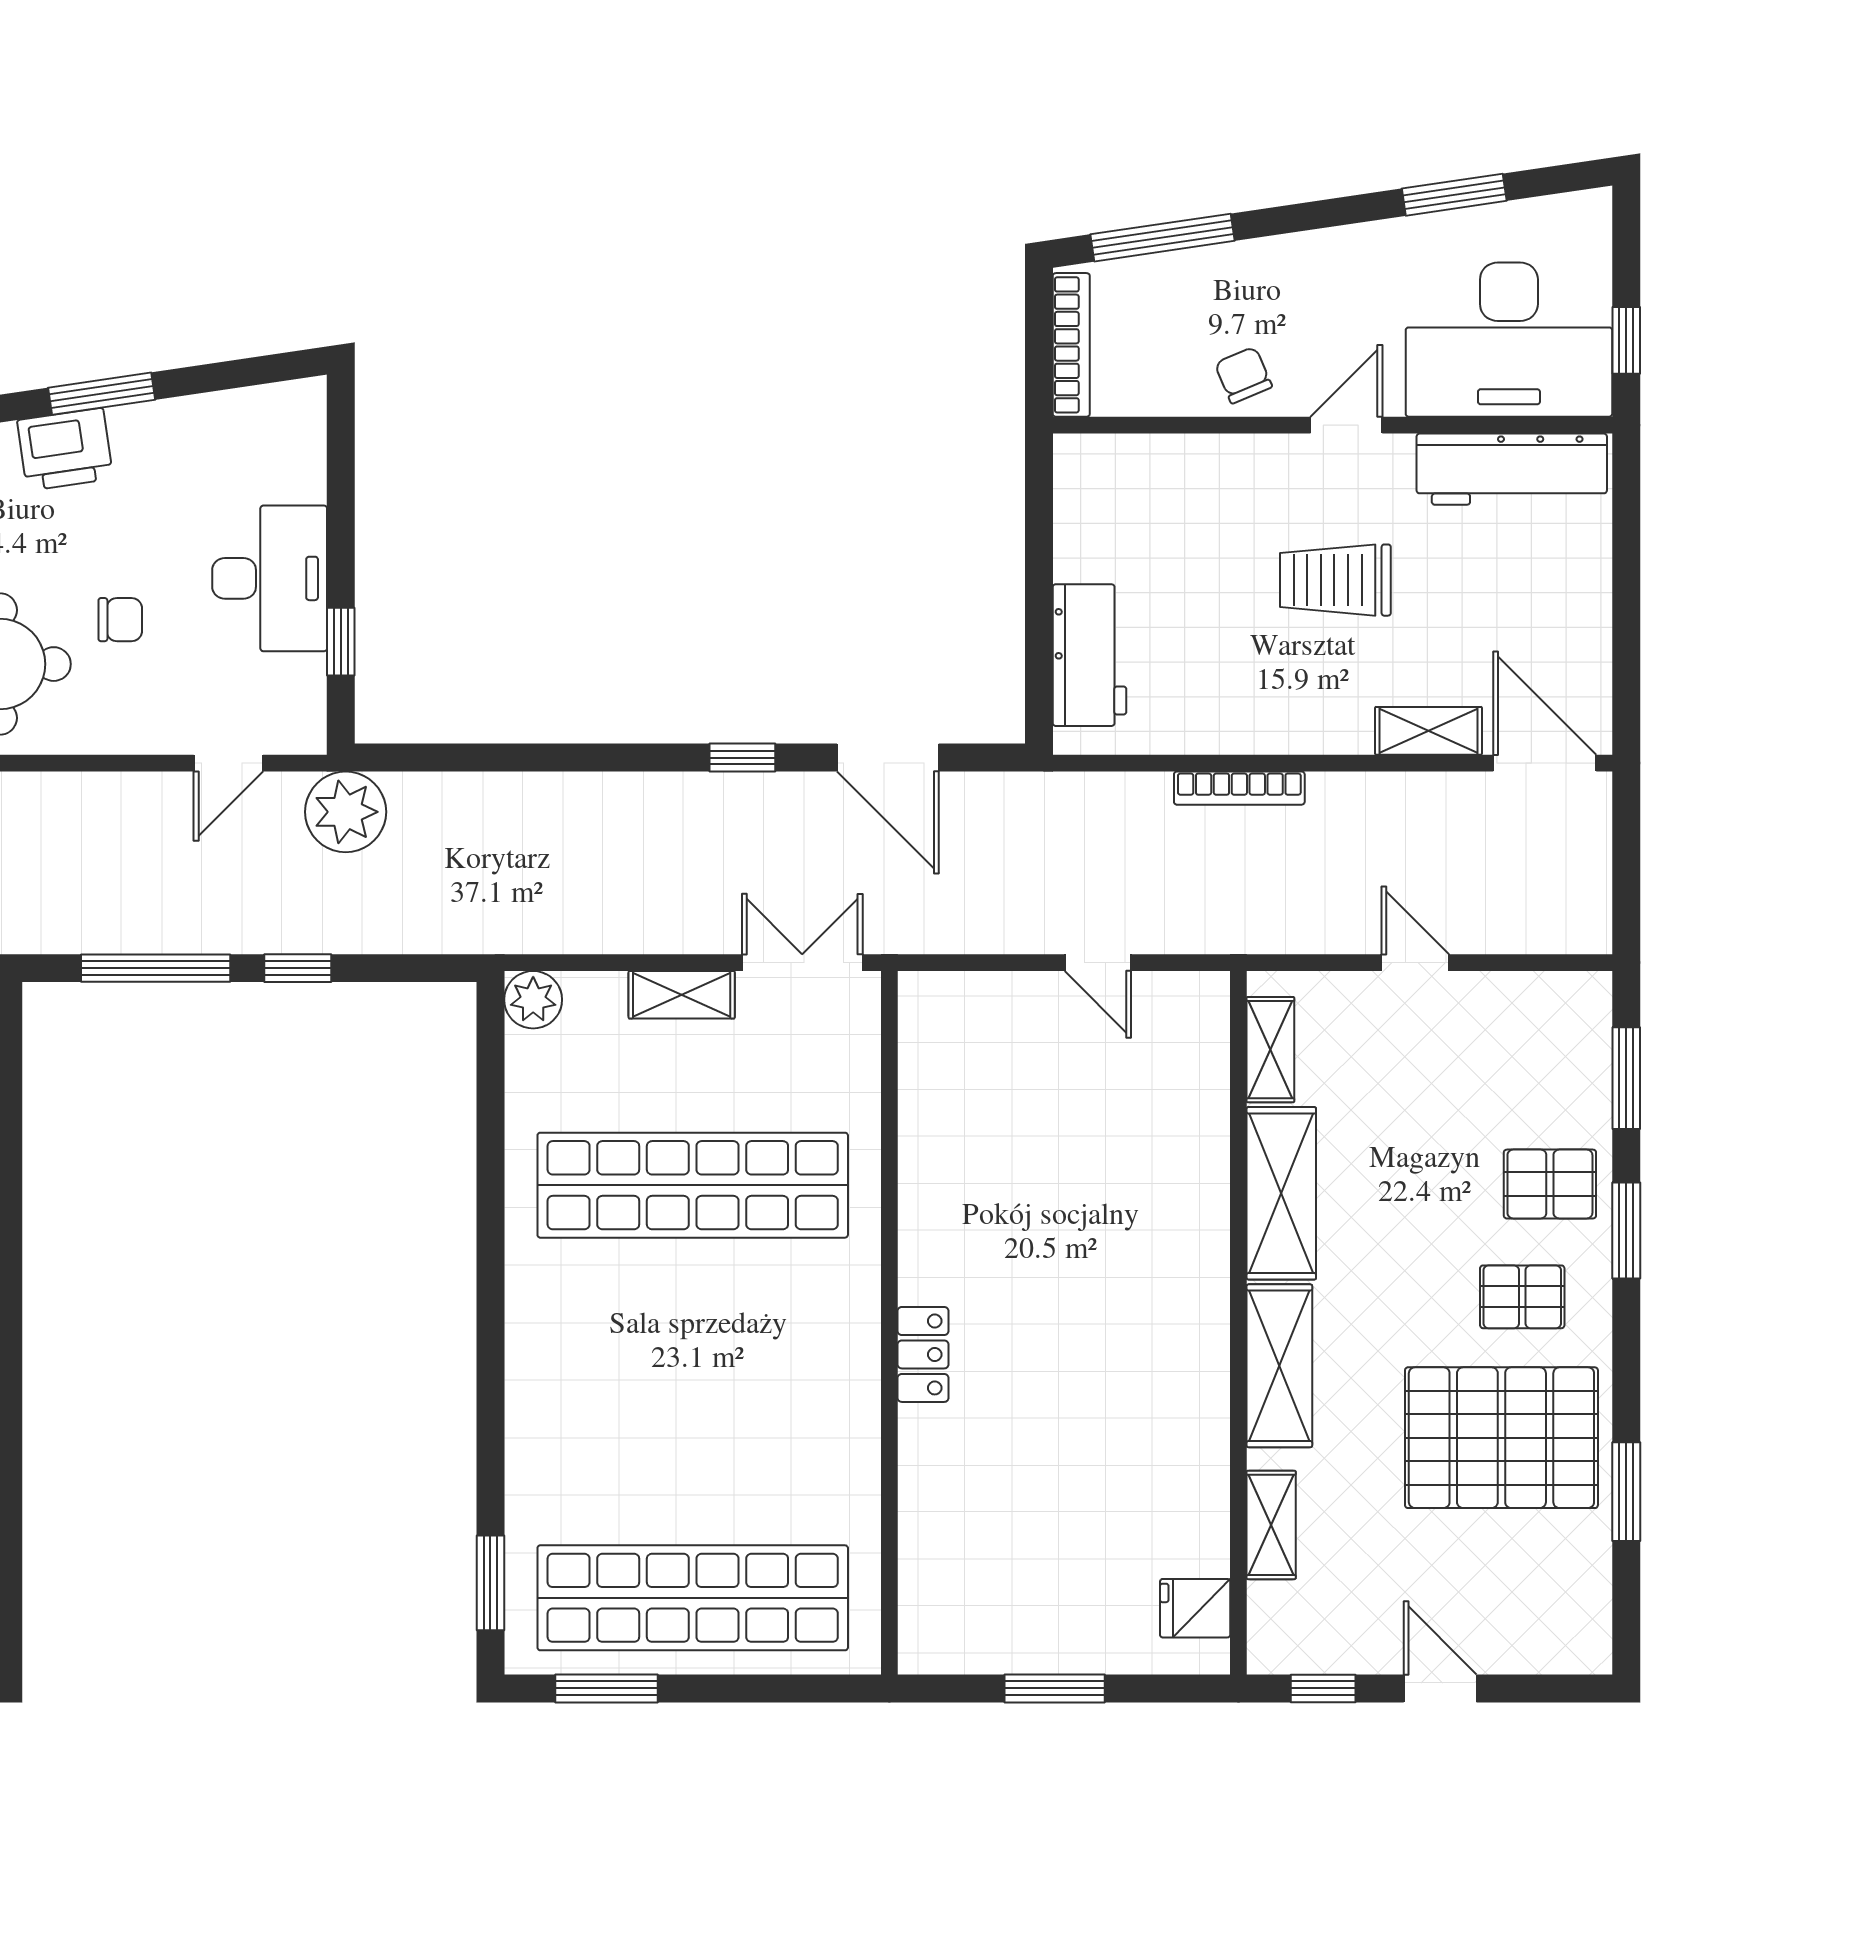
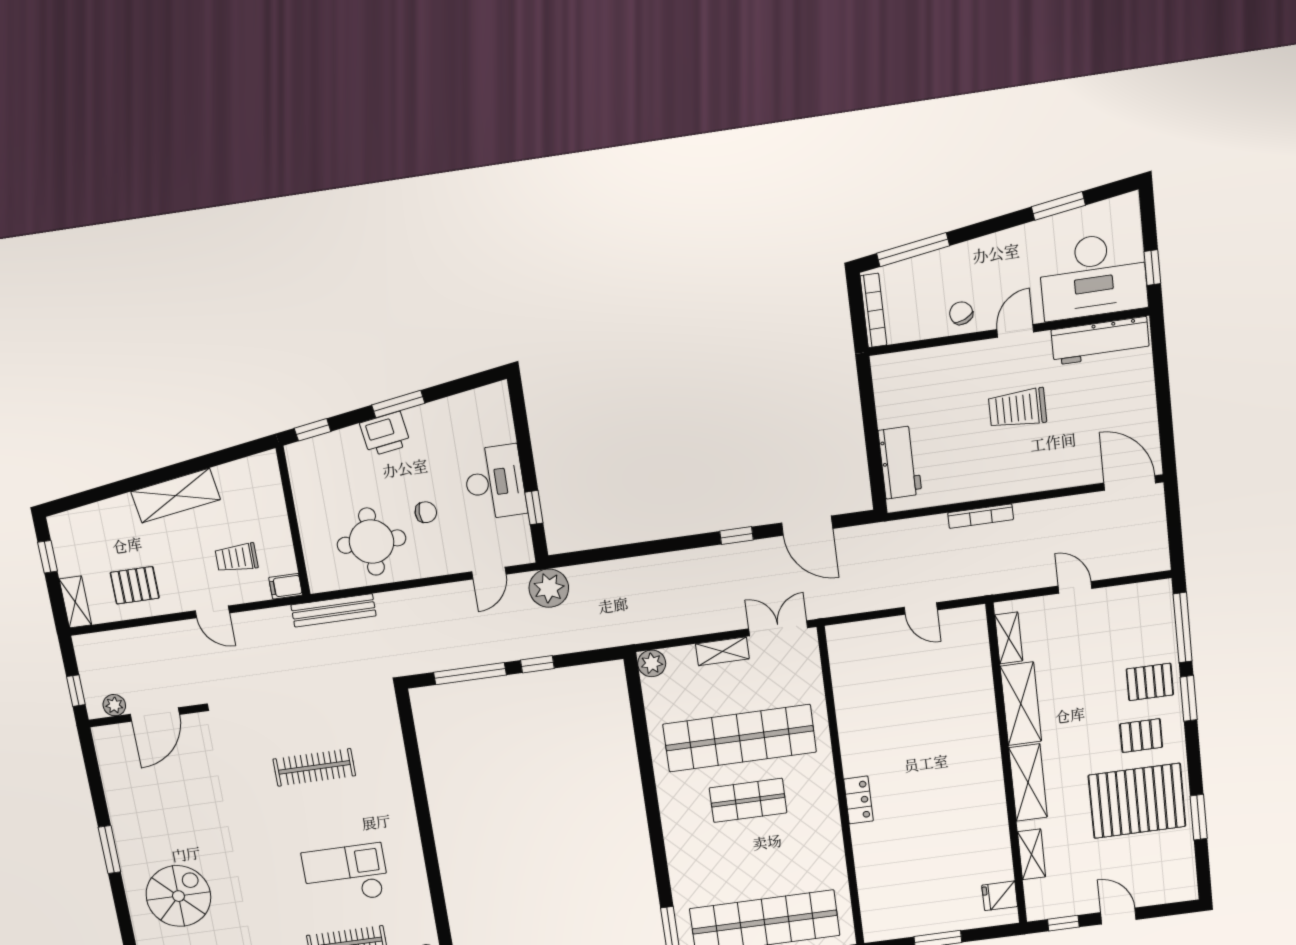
shelving: (1428, 731) -> (1071, 475), removed
window: (1626, 1078) -> (1183, 628), width x1.44
shop shelf: (693, 1323) -> (748, 800), added

